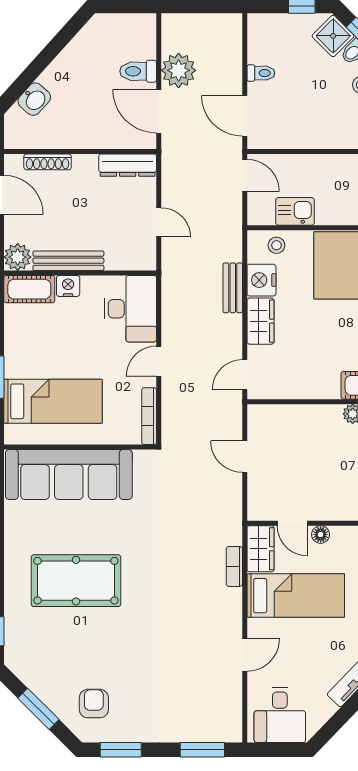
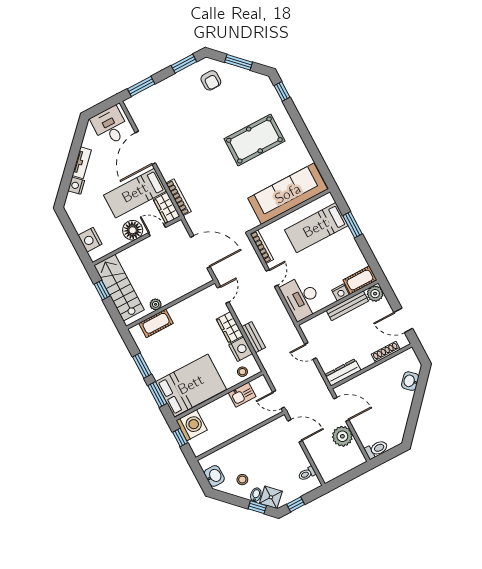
toilet: (138, 71) -> (376, 449), moved
toilet: (261, 73) -> (307, 474), moved
door: (245, 457) -> (200, 252), width x1.87
floor lamp: (321, 535) -> (133, 230), width x1.89, depth x1.89
bookcase: (234, 566) -> (178, 197), width x1.56
door: (245, 655) -> (145, 148), width x1.88

